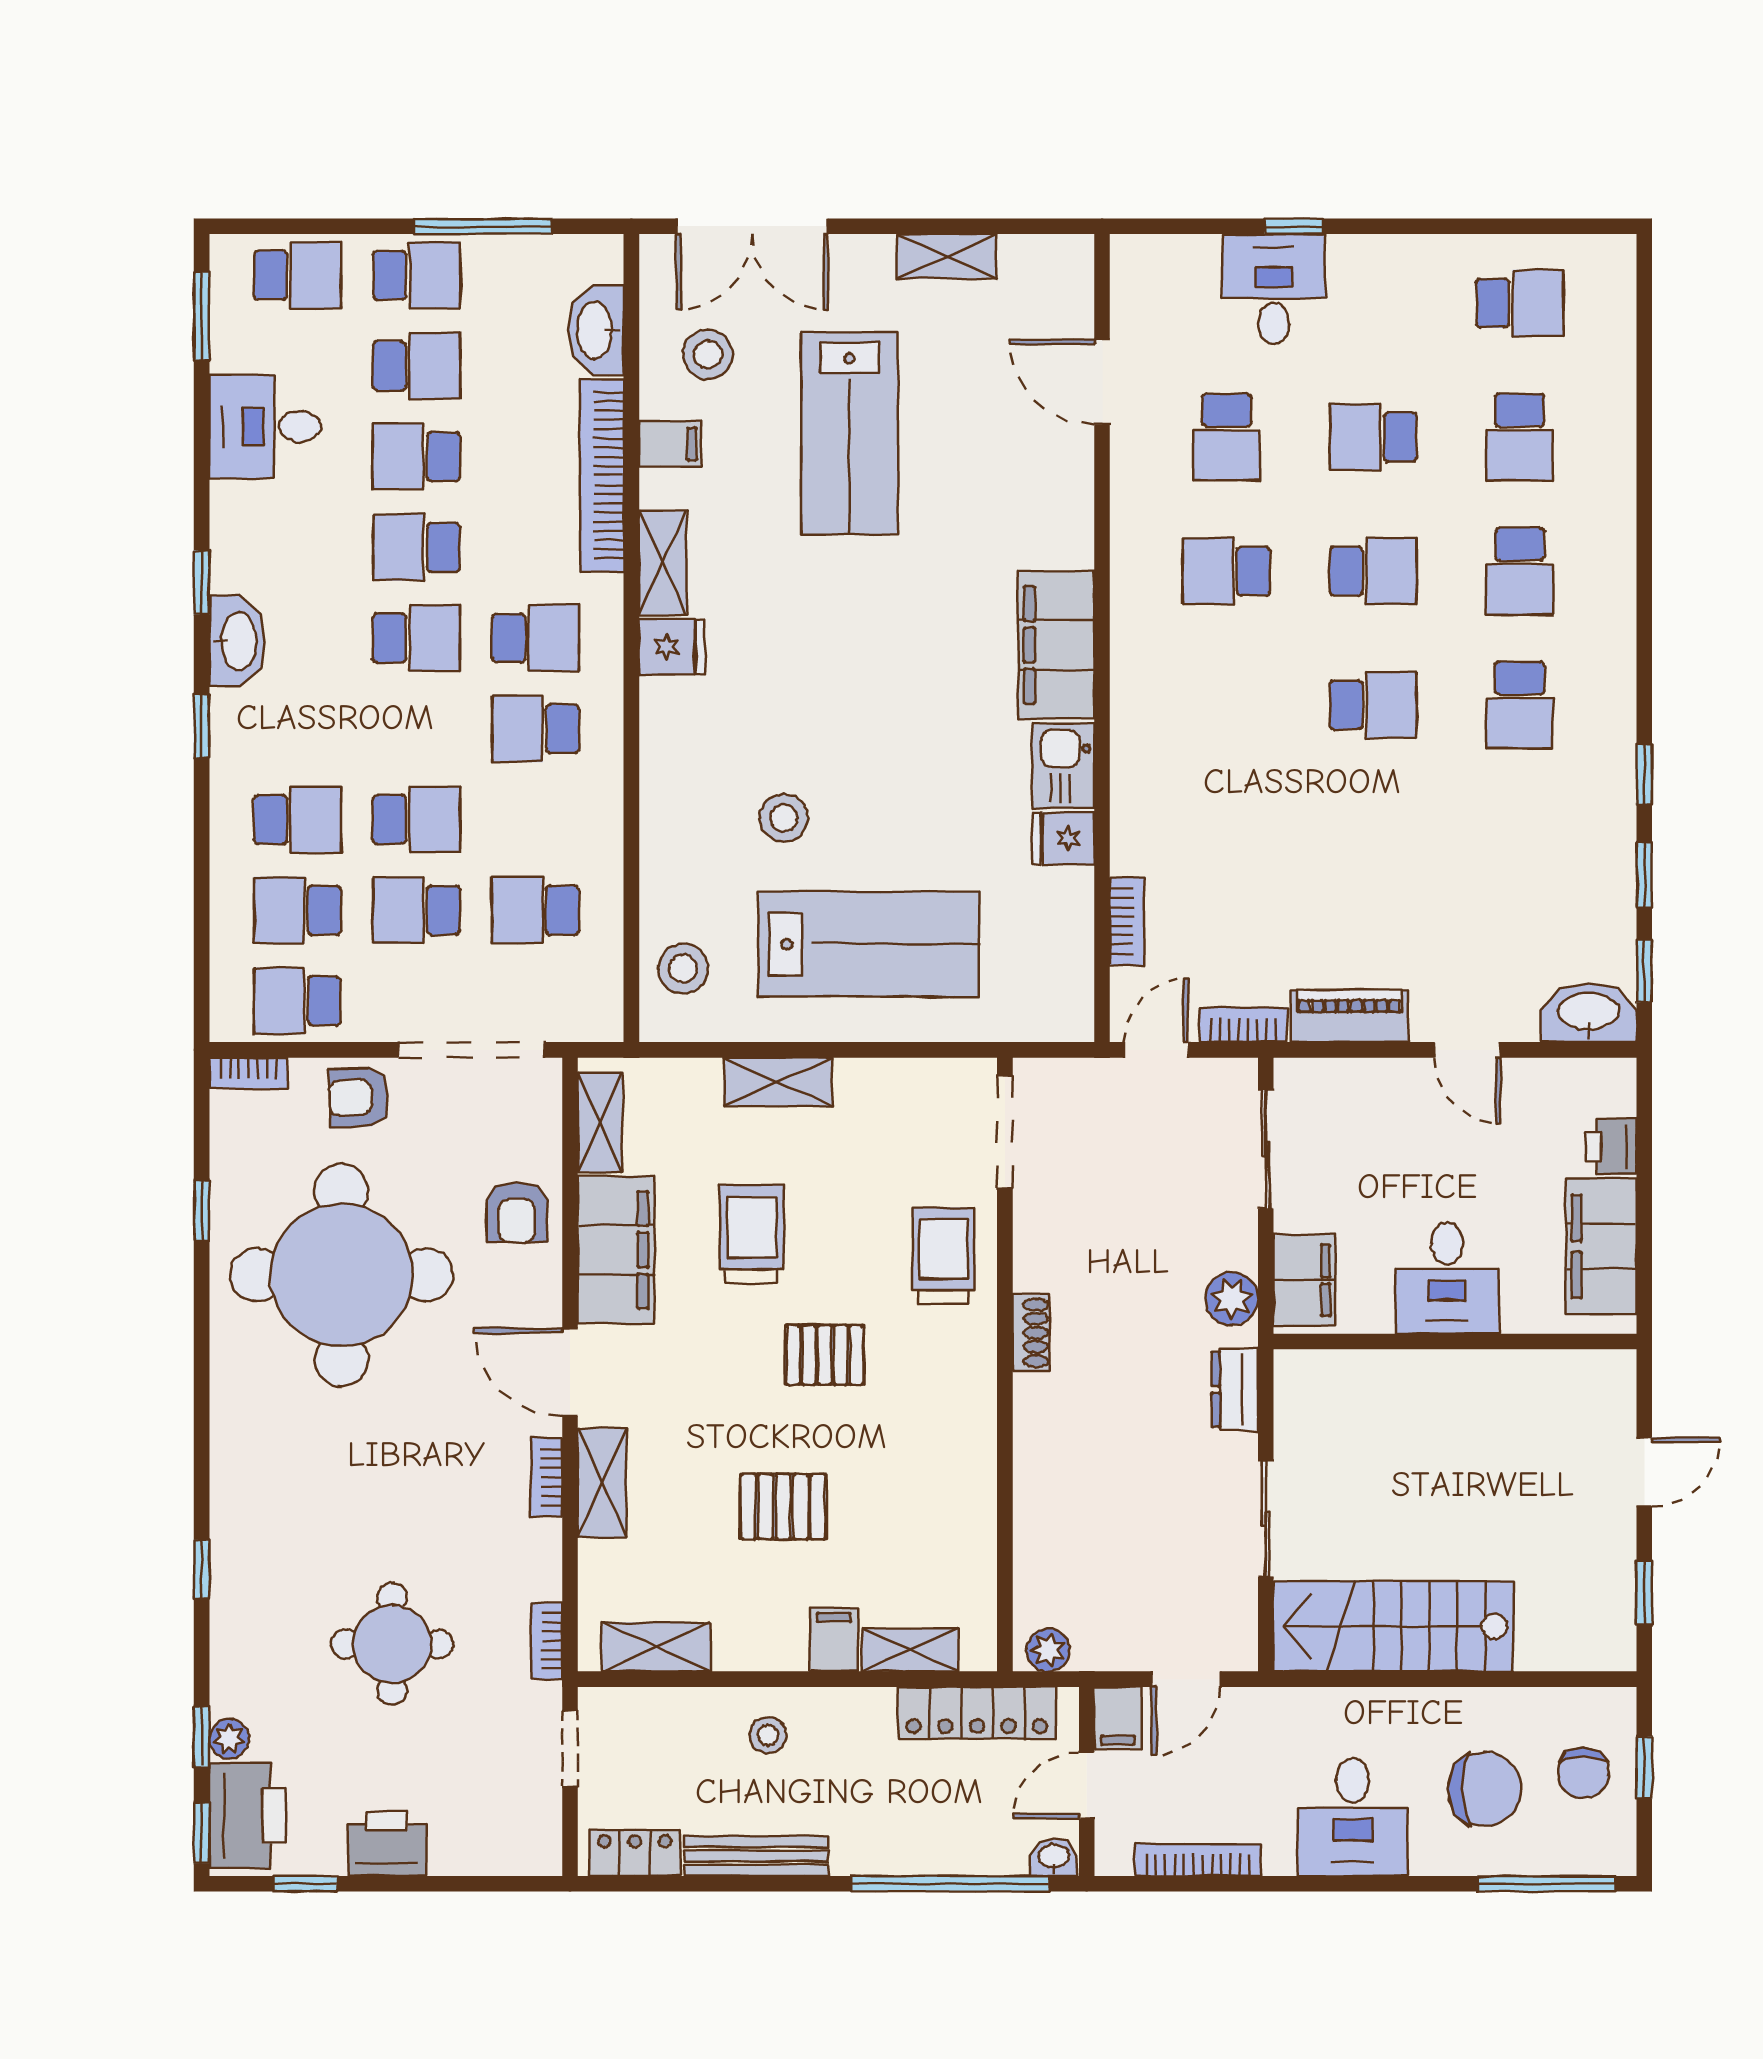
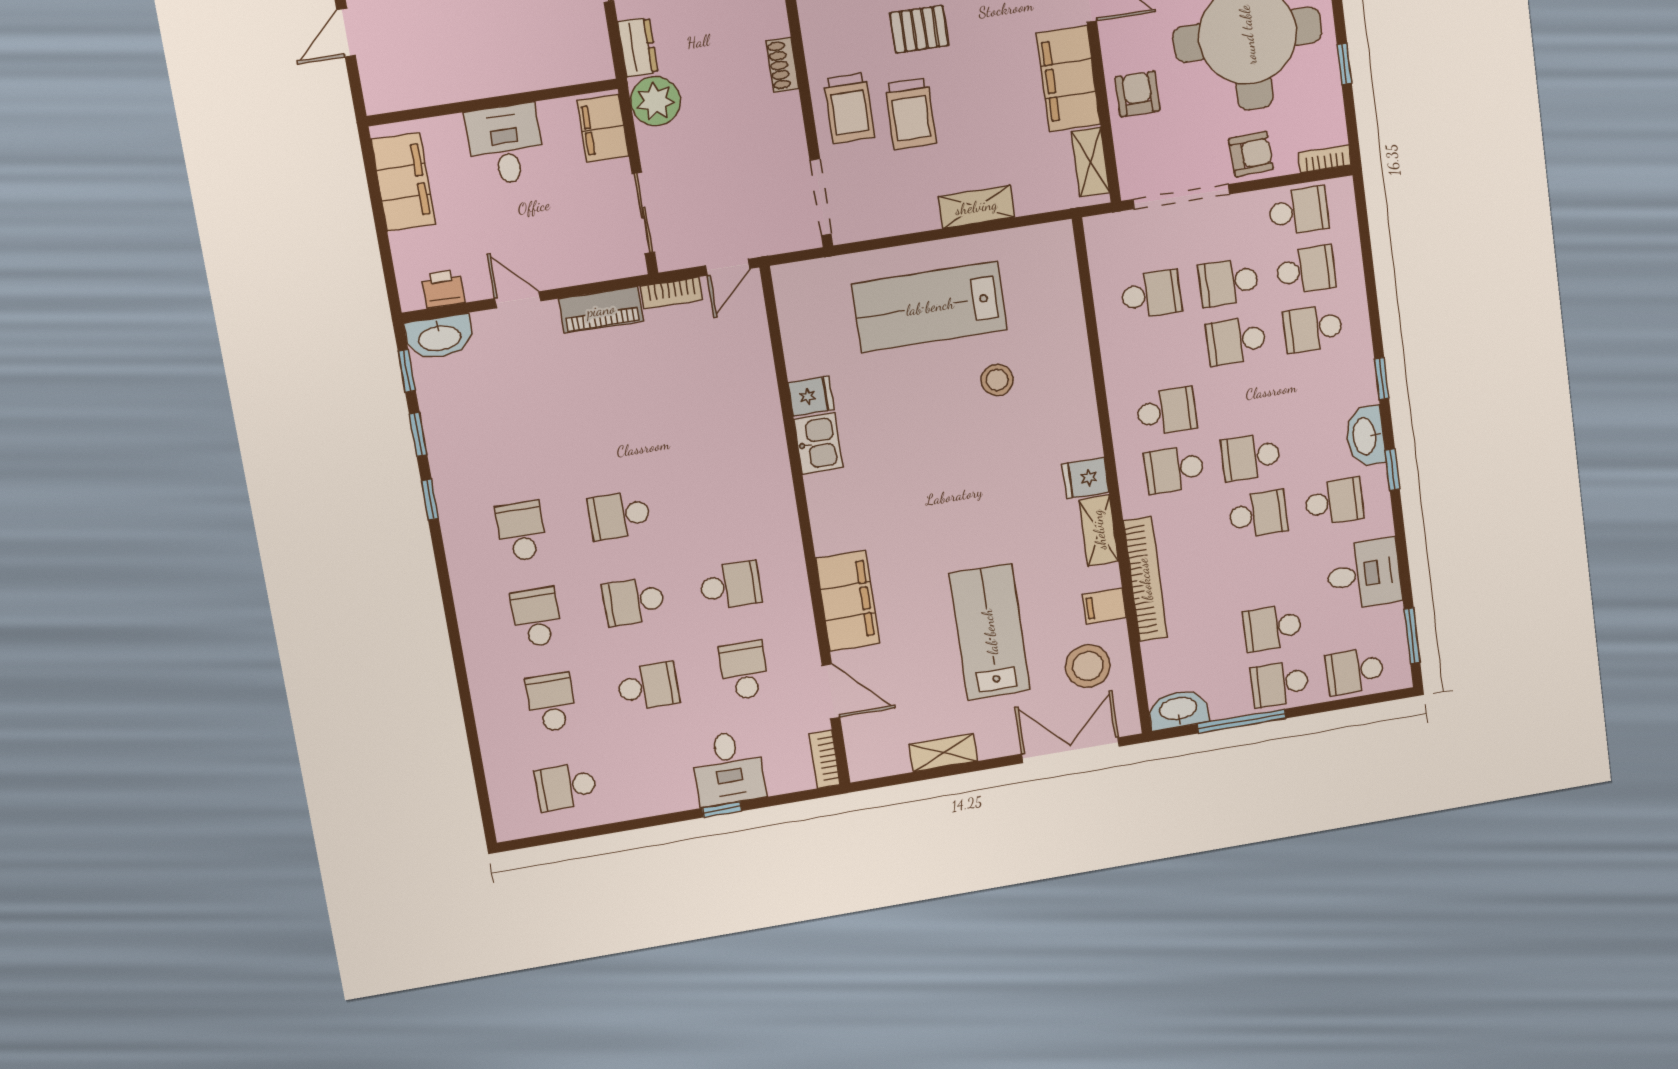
washbasin: (596, 330) -> (1178, 710), moved, turned -90
stool: (708, 354) -> (1088, 666), width x1.38, depth x1.38
school desk: (417, 457) -> (1334, 502), moved
filing cabinet: (1056, 645) -> (848, 601), moved
school desk: (417, 910) -> (1229, 282), turned 180
bookcase: (1127, 921) -> (825, 759), moved
stool: (683, 969) -> (1050, 272), removed
printer: (1611, 1147) -> (443, 289), moved, turned -90
trolley: (752, 1234) -> (911, 114), moved
plant: (1232, 1299) -> (655, 101), width x1.36, depth x1.36

